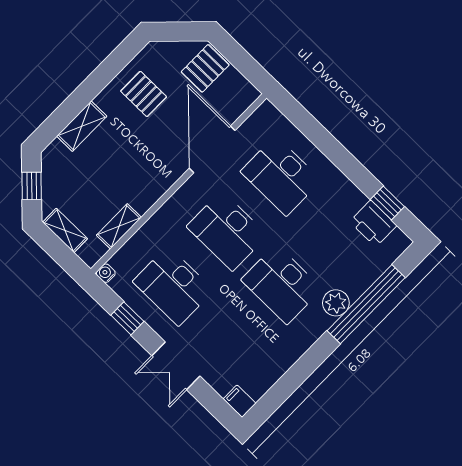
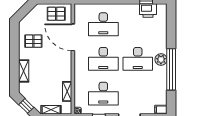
pallet: (205, 68) -> (56, 14), moved, turned 90
plant: (336, 303) -> (161, 60), moved
window: (366, 304) -> (171, 69), moved

